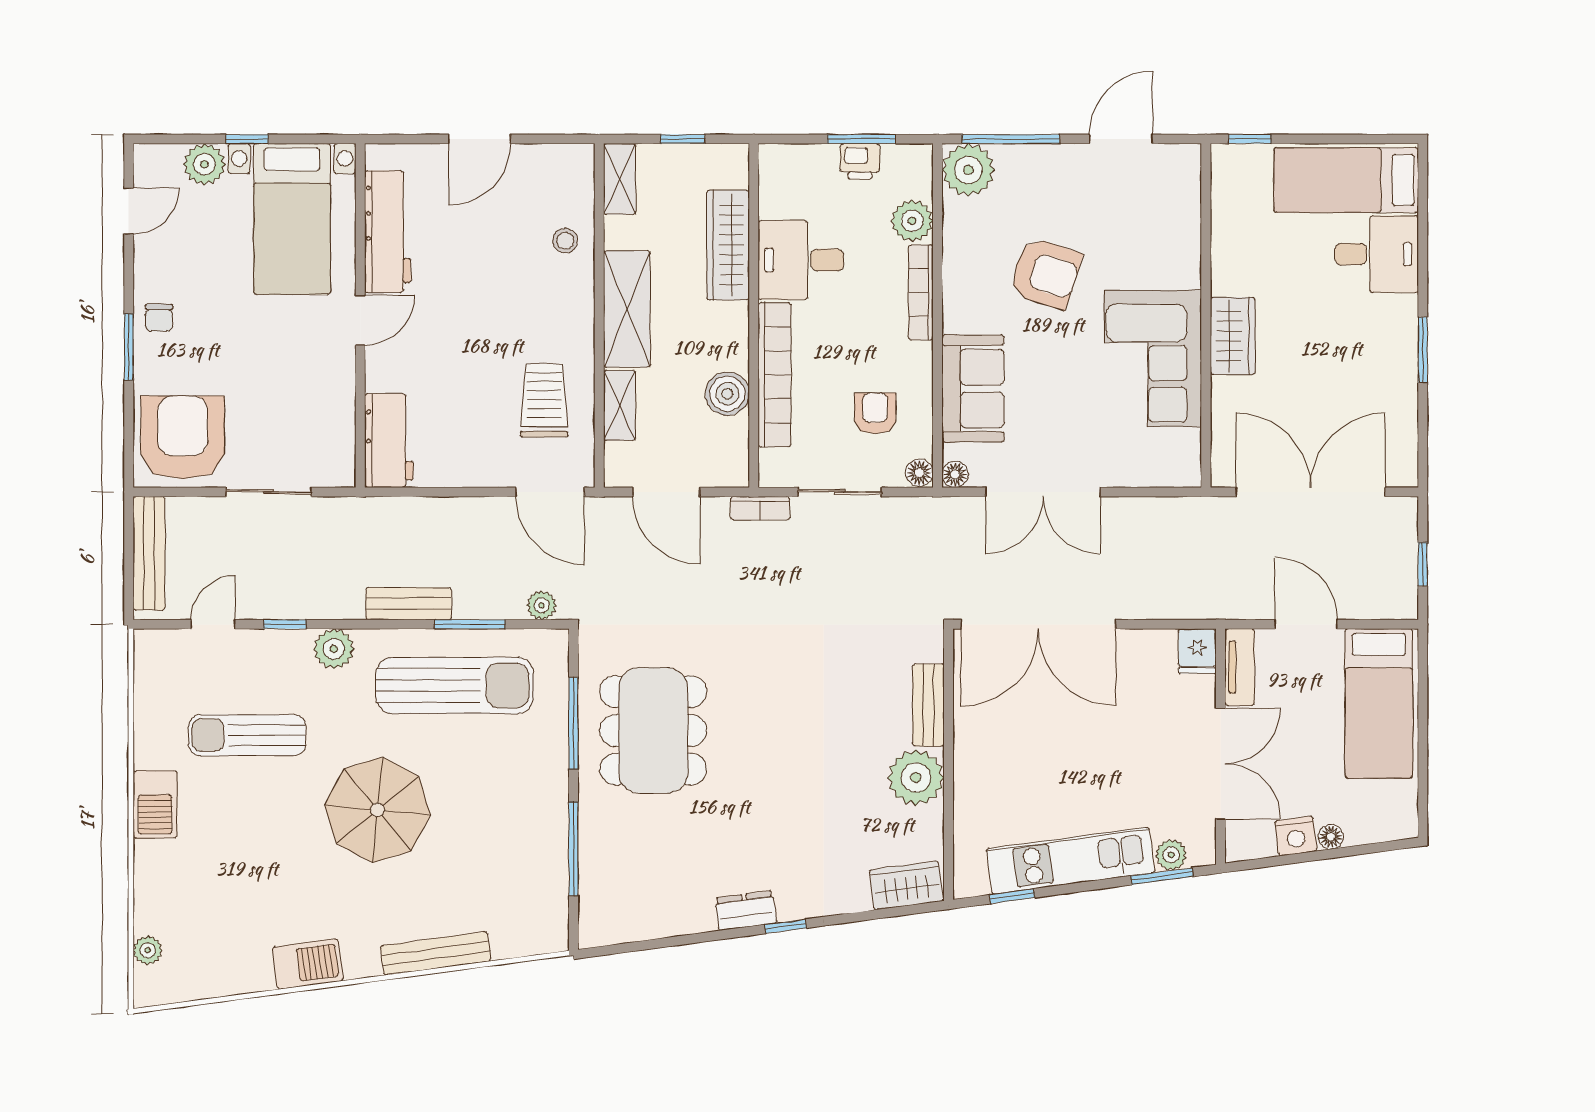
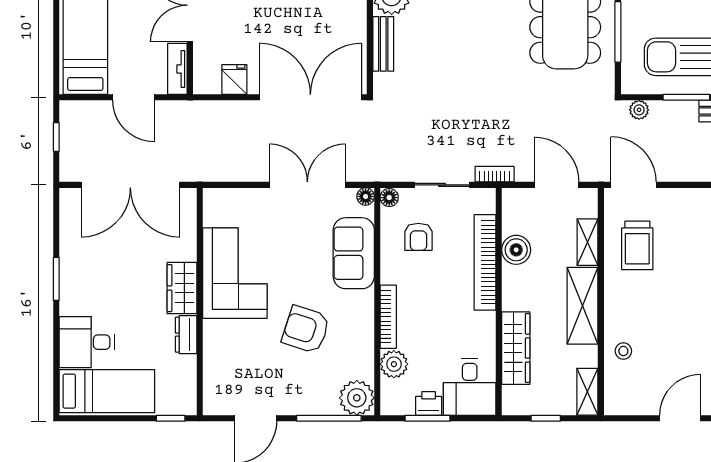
desk: (801, 260) -> (470, 387), moved, turned 90
dresser: (1226, 265) -> (186, 335), added
fridge: (1197, 651) -> (234, 80), moved

